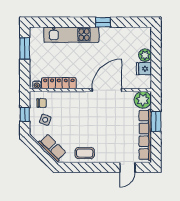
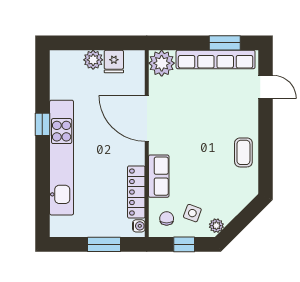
kitchen unit: (71, 35) -> (62, 158), width x1.36
window: (25, 48) -> (104, 244), moved
window: (156, 121) -> (225, 43), moved
plant: (37, 135) -> (216, 226), added
row of seats: (52, 148) -> (159, 176), moved, turned 135

